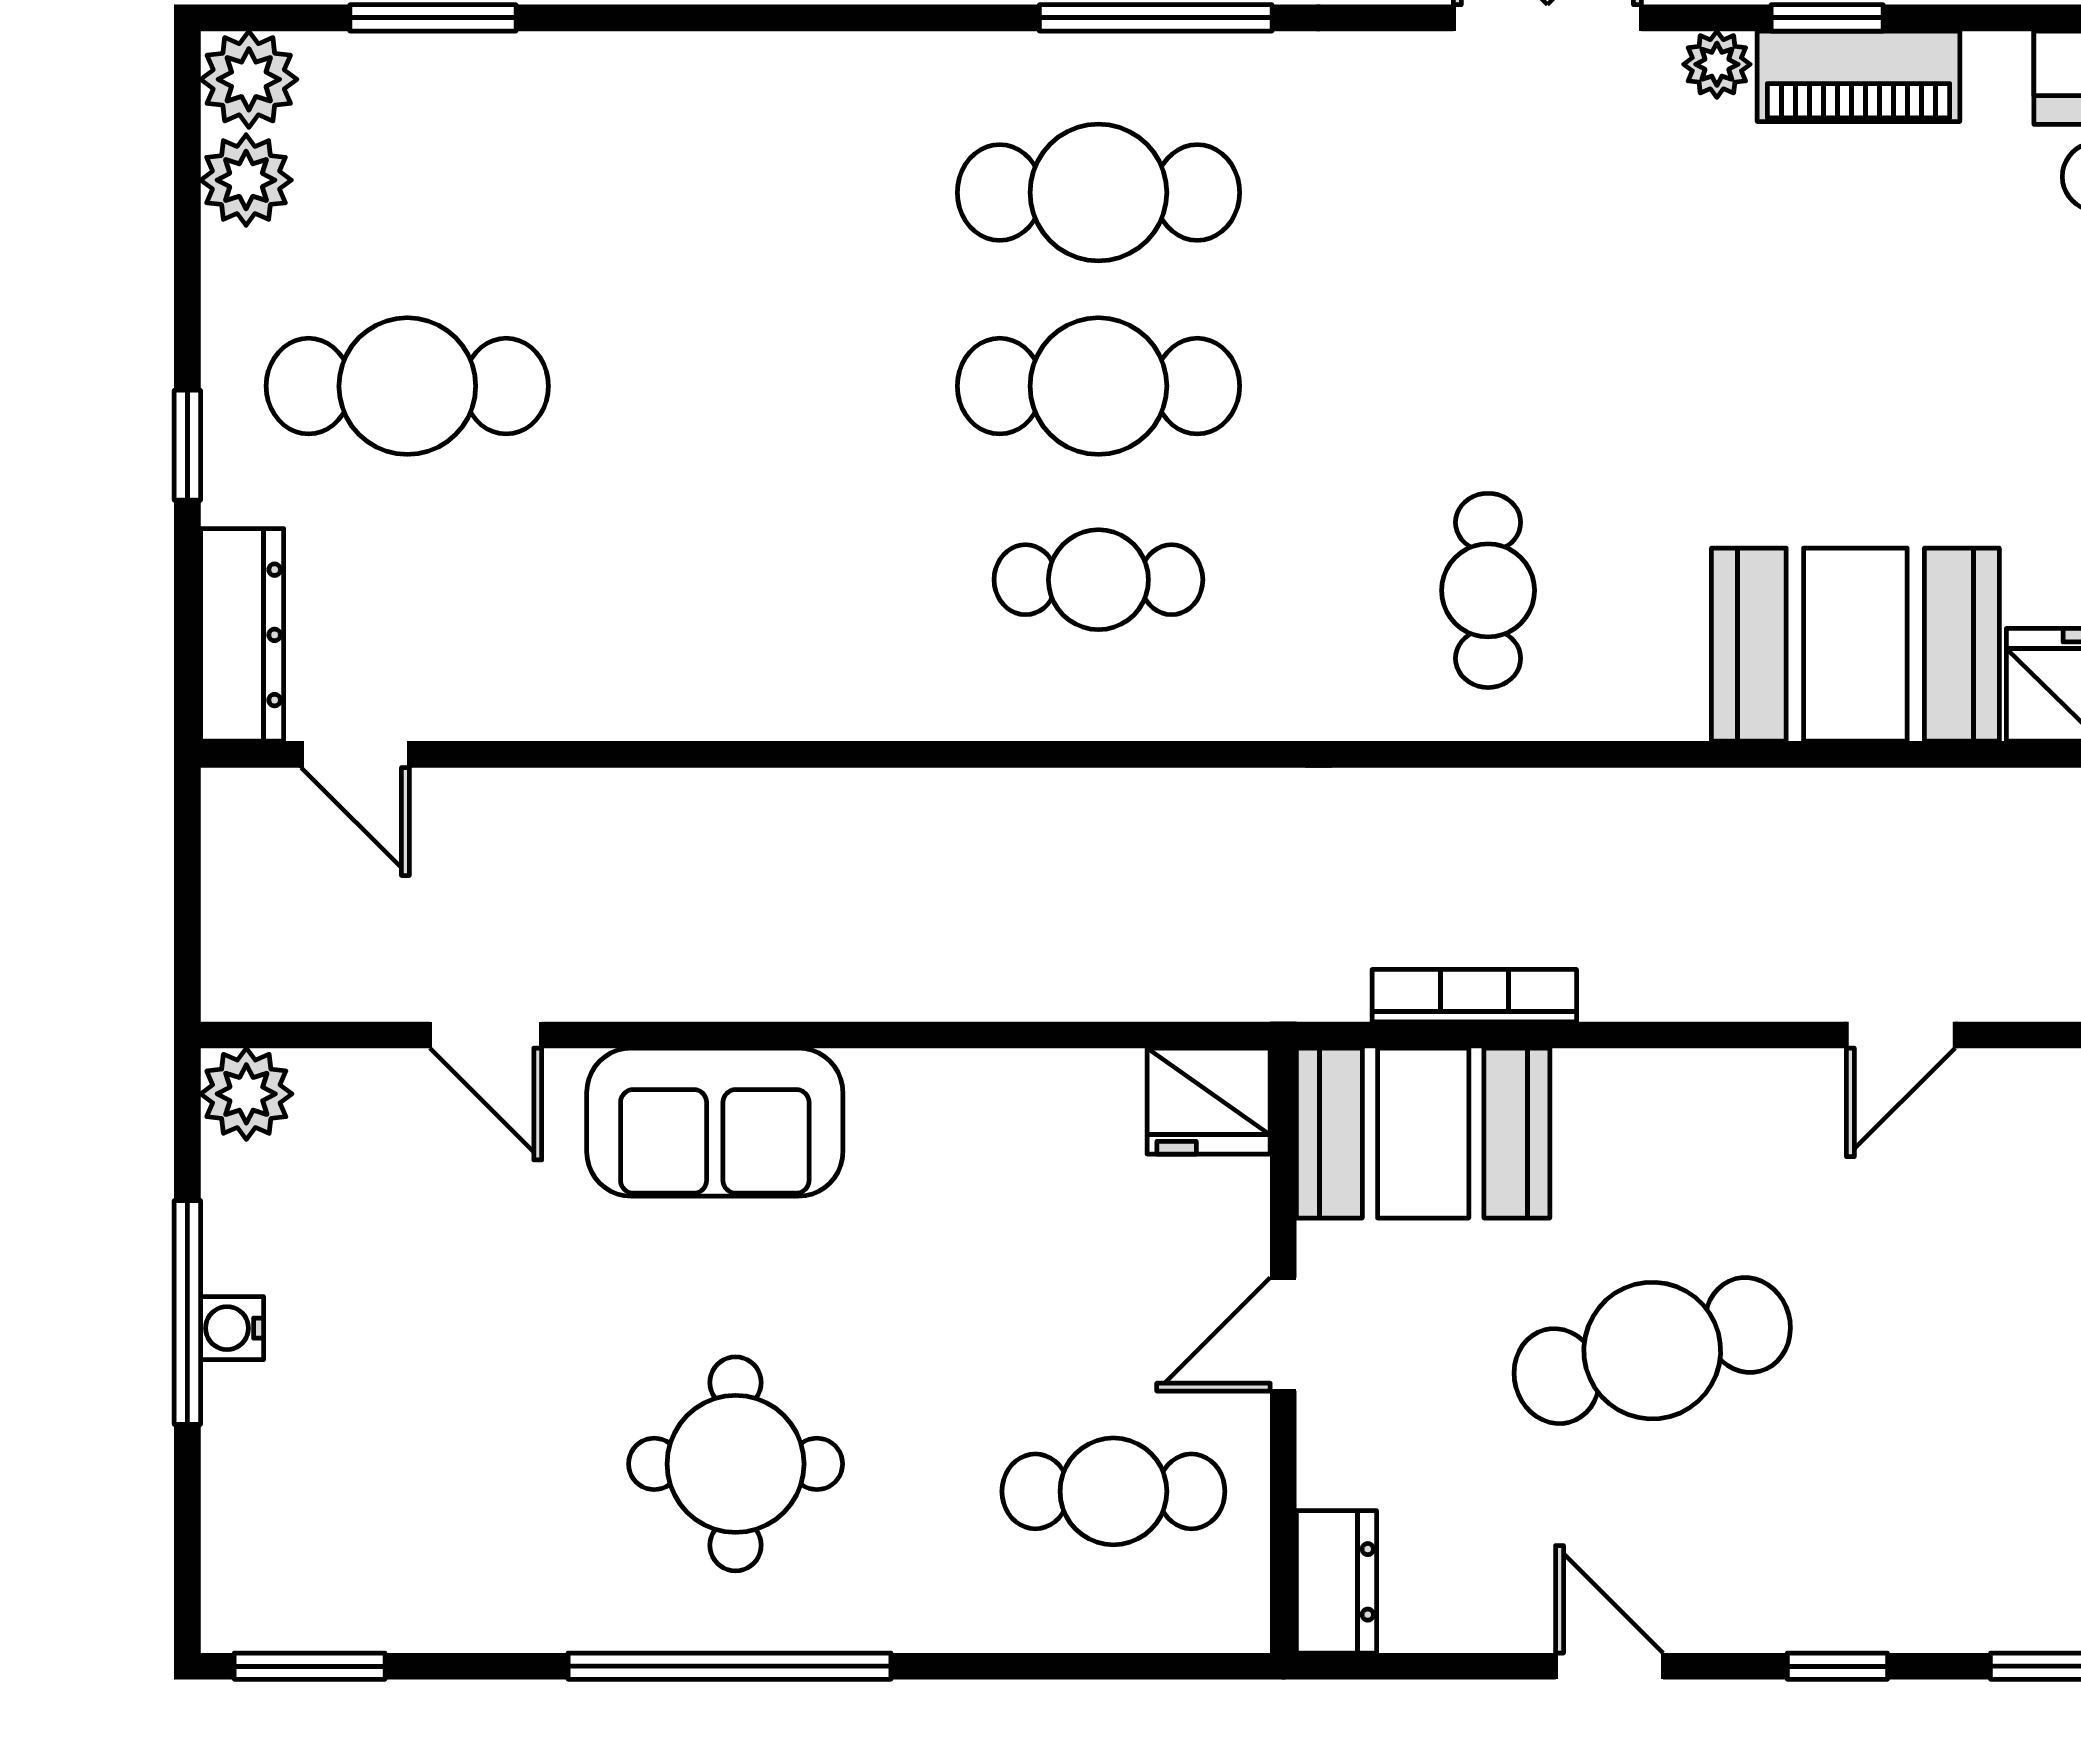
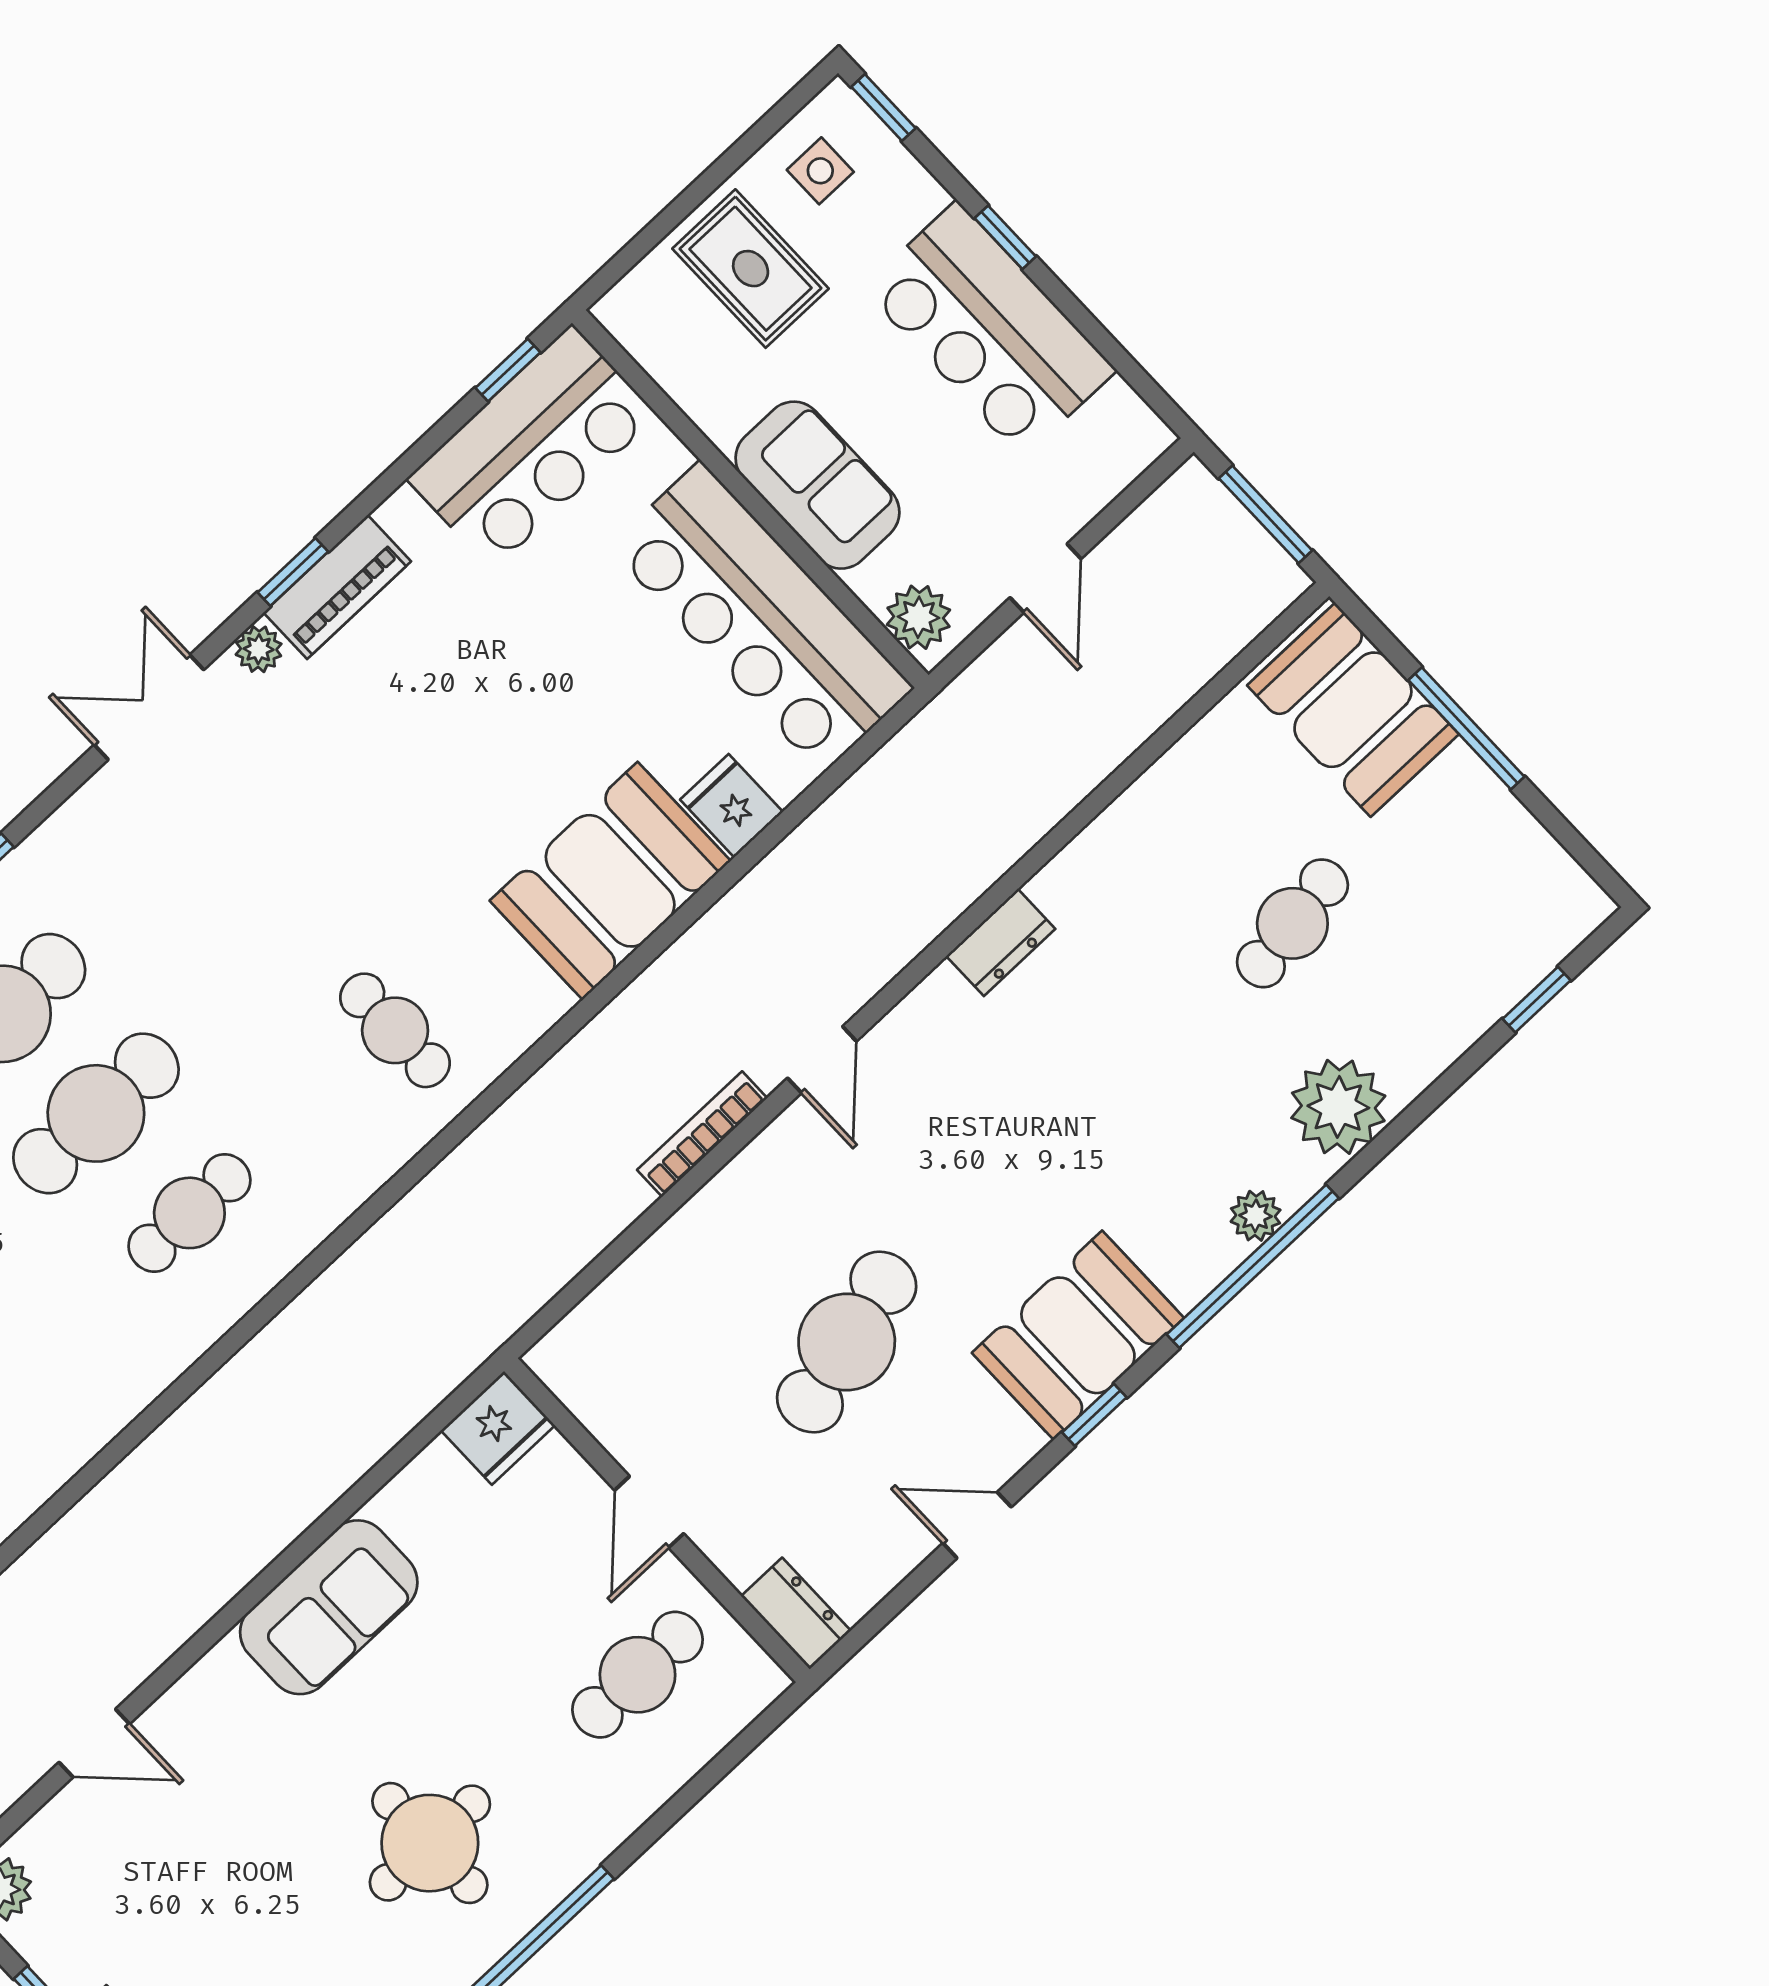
bookcase: (1474, 996) -> (702, 1134), moved
sofa: (715, 1122) -> (329, 1607), moved
booth: (1423, 1133) -> (1078, 1335), moved

